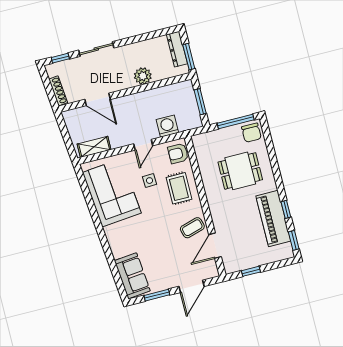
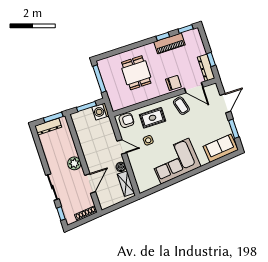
plant: (143, 76) -> (74, 163), moved
washing machine: (167, 126) -> (100, 111), moved
chair: (251, 133) -> (173, 83), moved
boiler: (117, 142) -> (121, 167), added
armchair: (178, 153) -> (126, 120), turned -90
corner sofa: (112, 193) -> (175, 161), moved
piano: (273, 218) -> (170, 43), width x0.73, depth x0.75
dresser: (240, 264) -> (206, 68), added
door: (191, 286) -> (225, 103), hinge flipped

